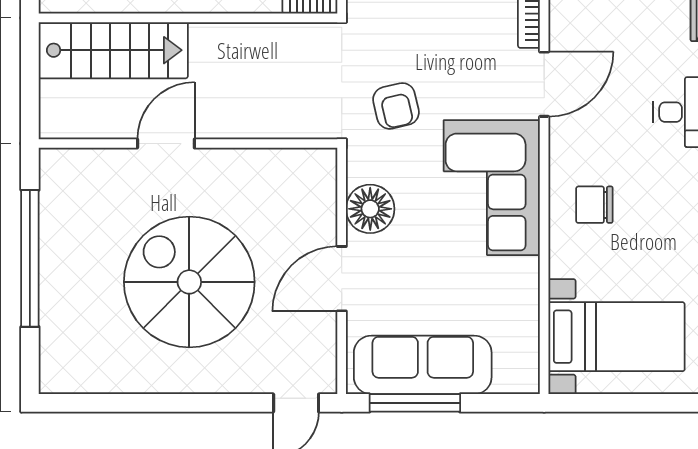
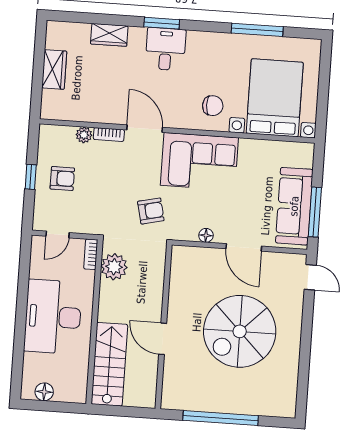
plant: (290, 46) -> (114, 267), added
chair: (594, 205) -> (213, 106), turned -90
floor lamp: (370, 209) -> (206, 235), width x0.53, depth x0.53
bed with nightstands: (616, 337) -> (275, 98), width x1.36

